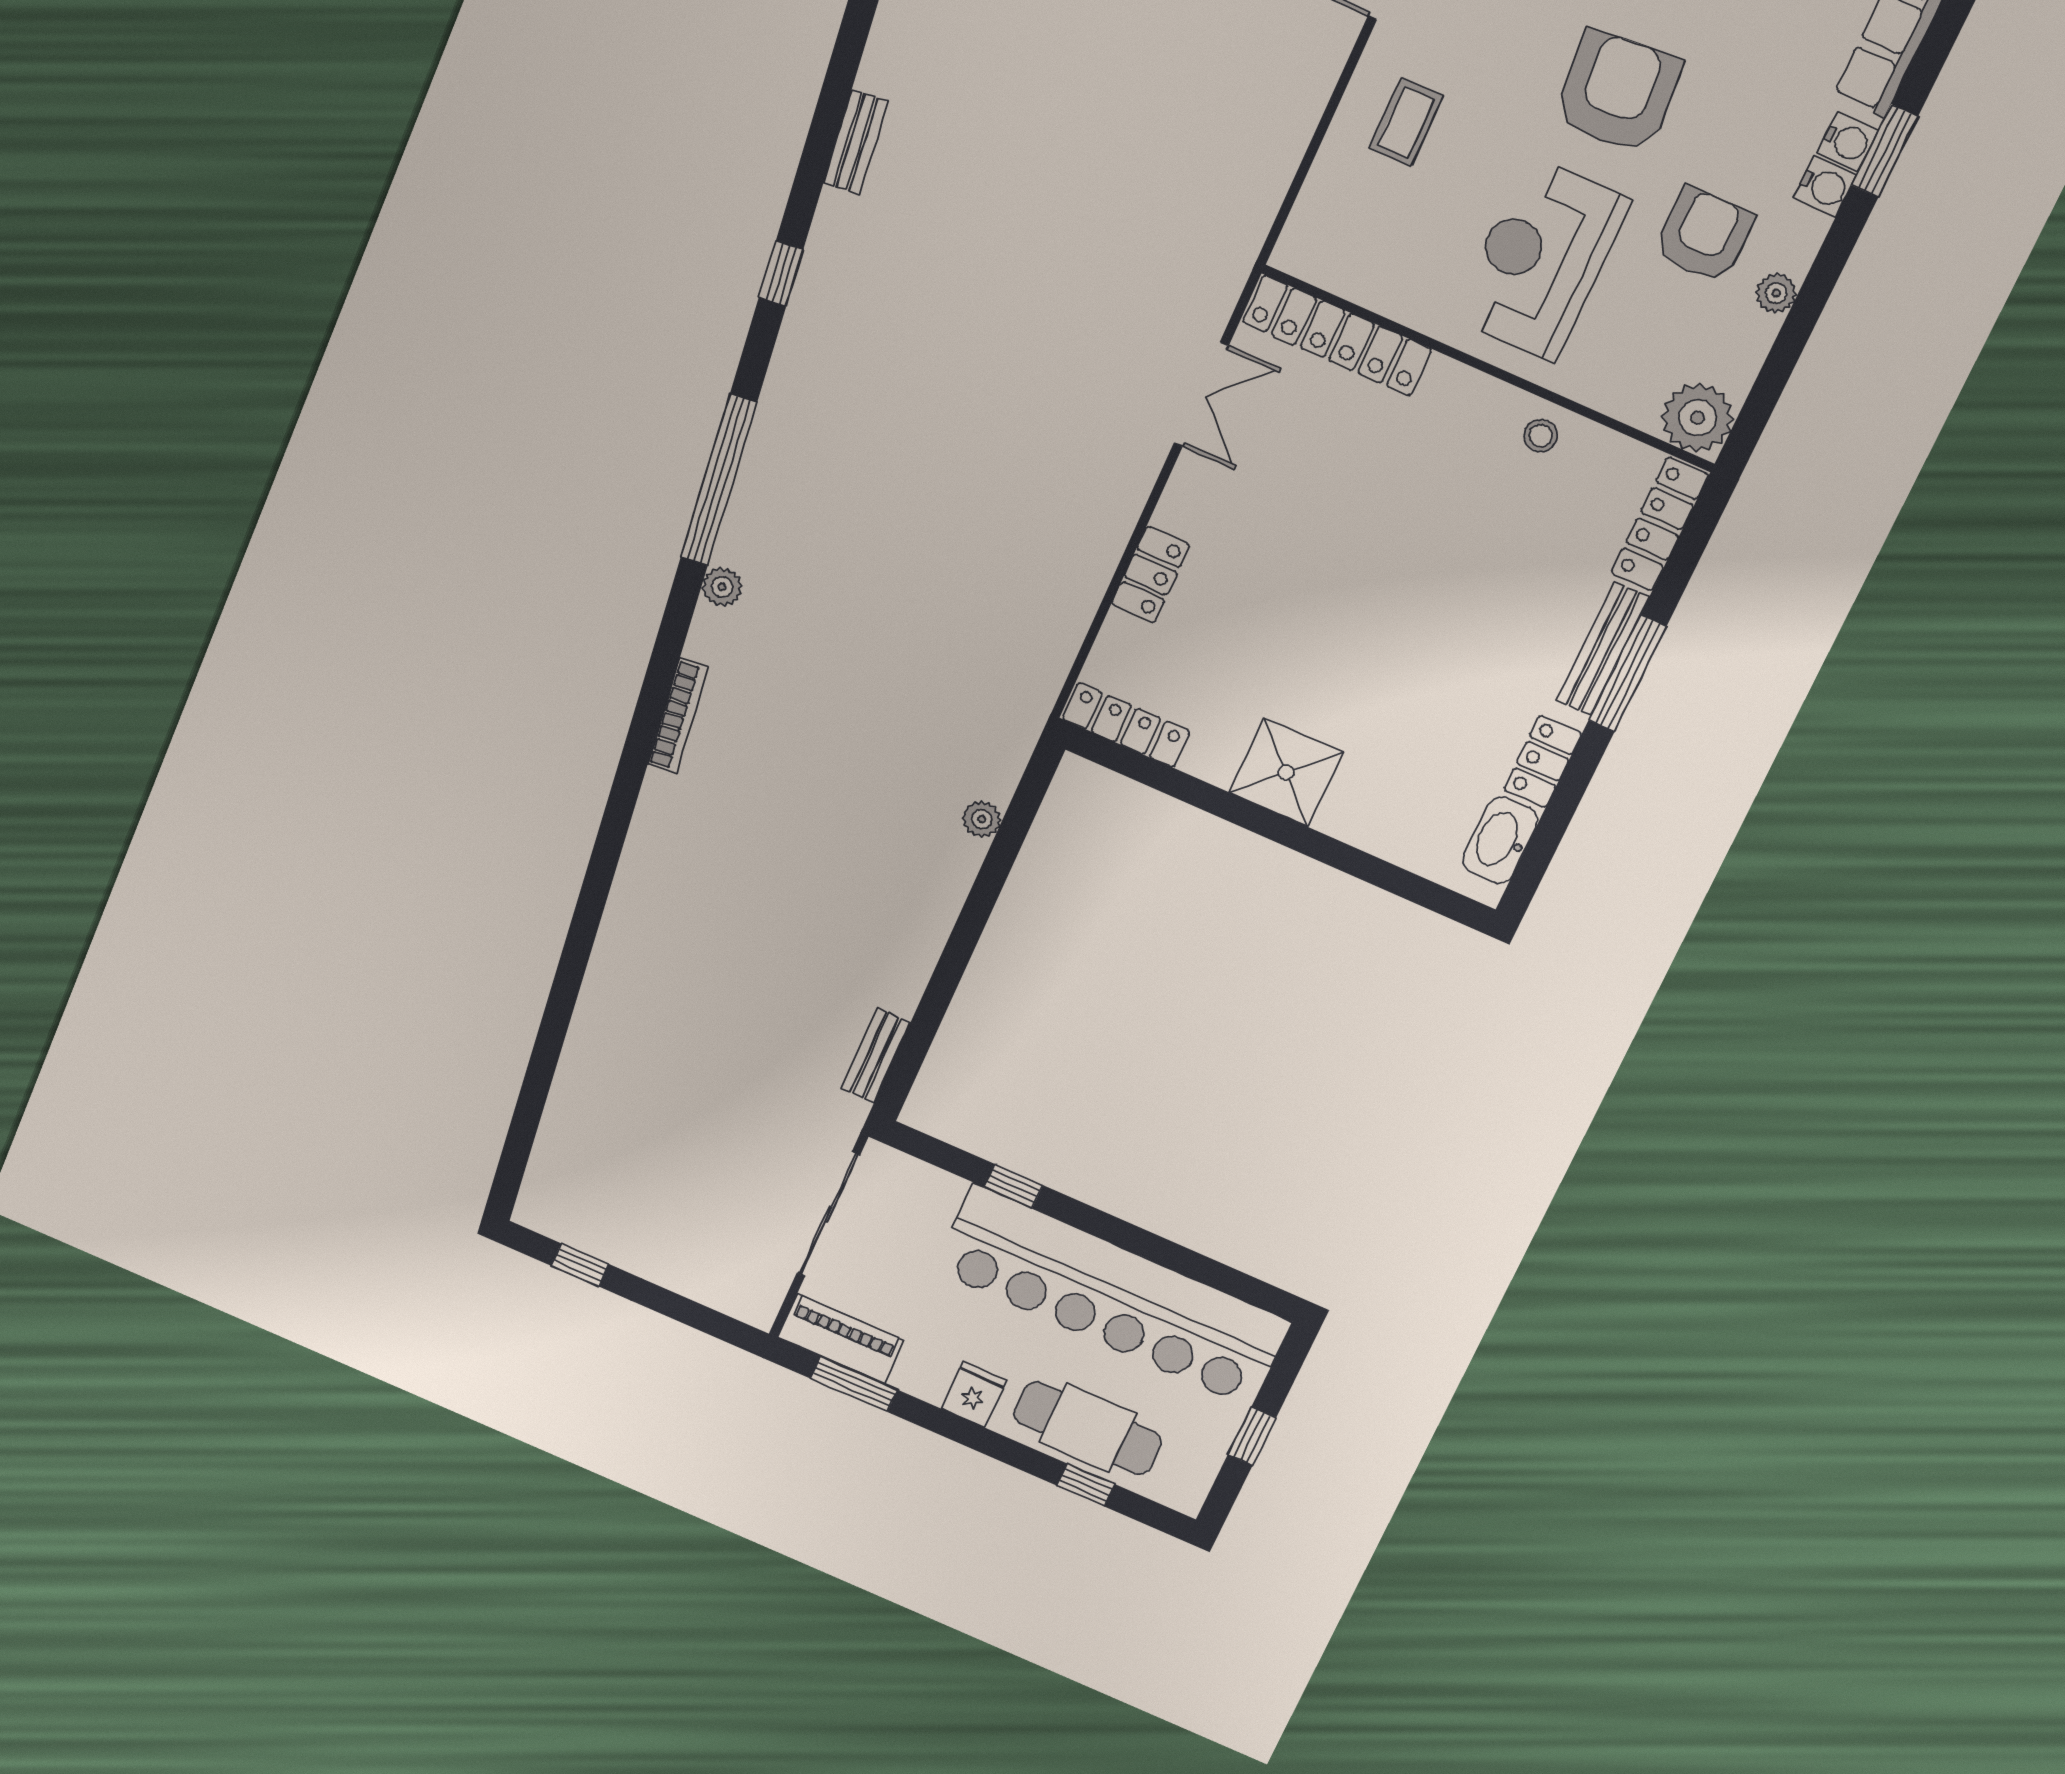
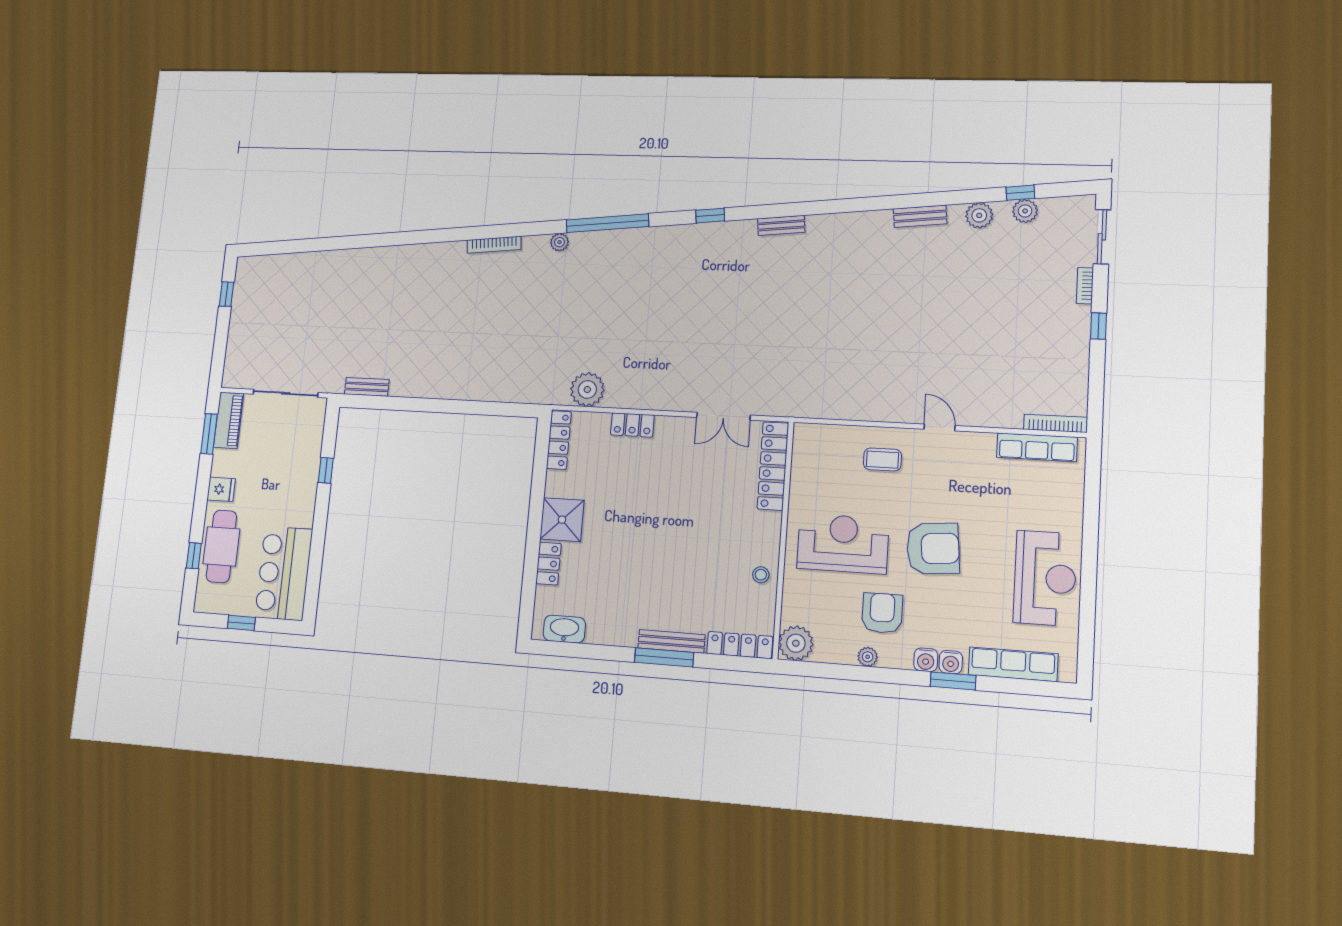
armchair: (1704, 235) -> (882, 613), turned -90
locker: (1543, 761) -> (549, 564), moved, turned 90
plant: (982, 819) -> (587, 389), moved, width x1.87, depth x1.87
bar counter: (1112, 1296) -> (284, 573), width x0.54

